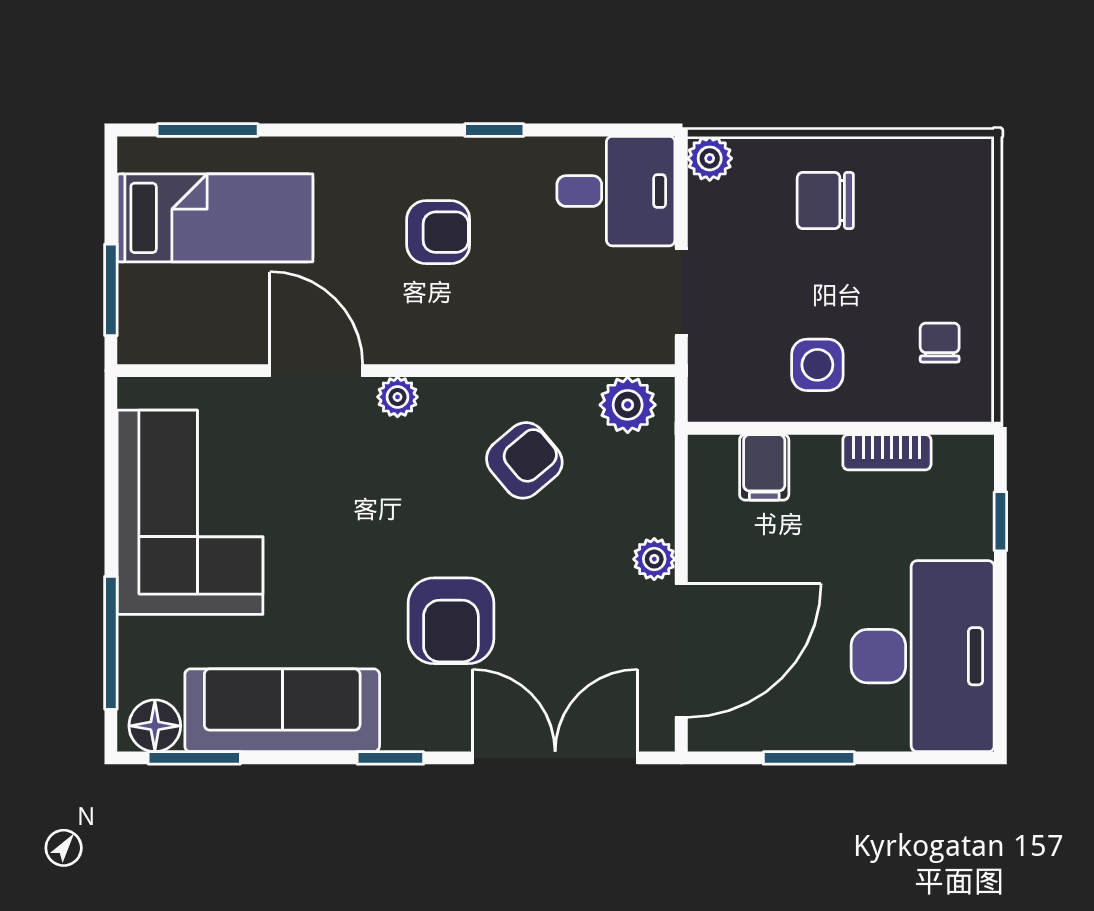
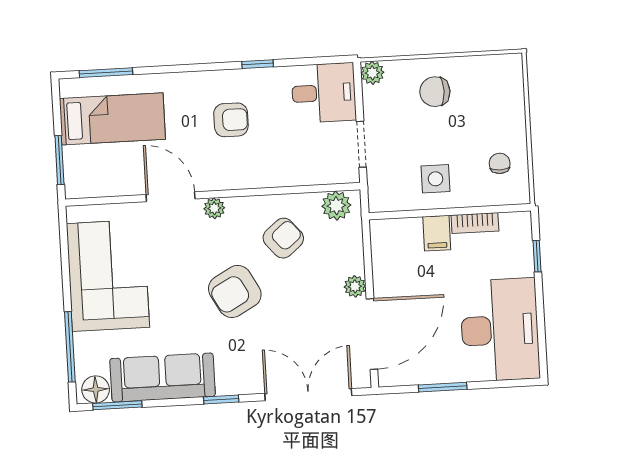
filing cabinet: (764, 467) -> (437, 233), moved
armchair: (451, 621) -> (235, 291), moved, turned 61

